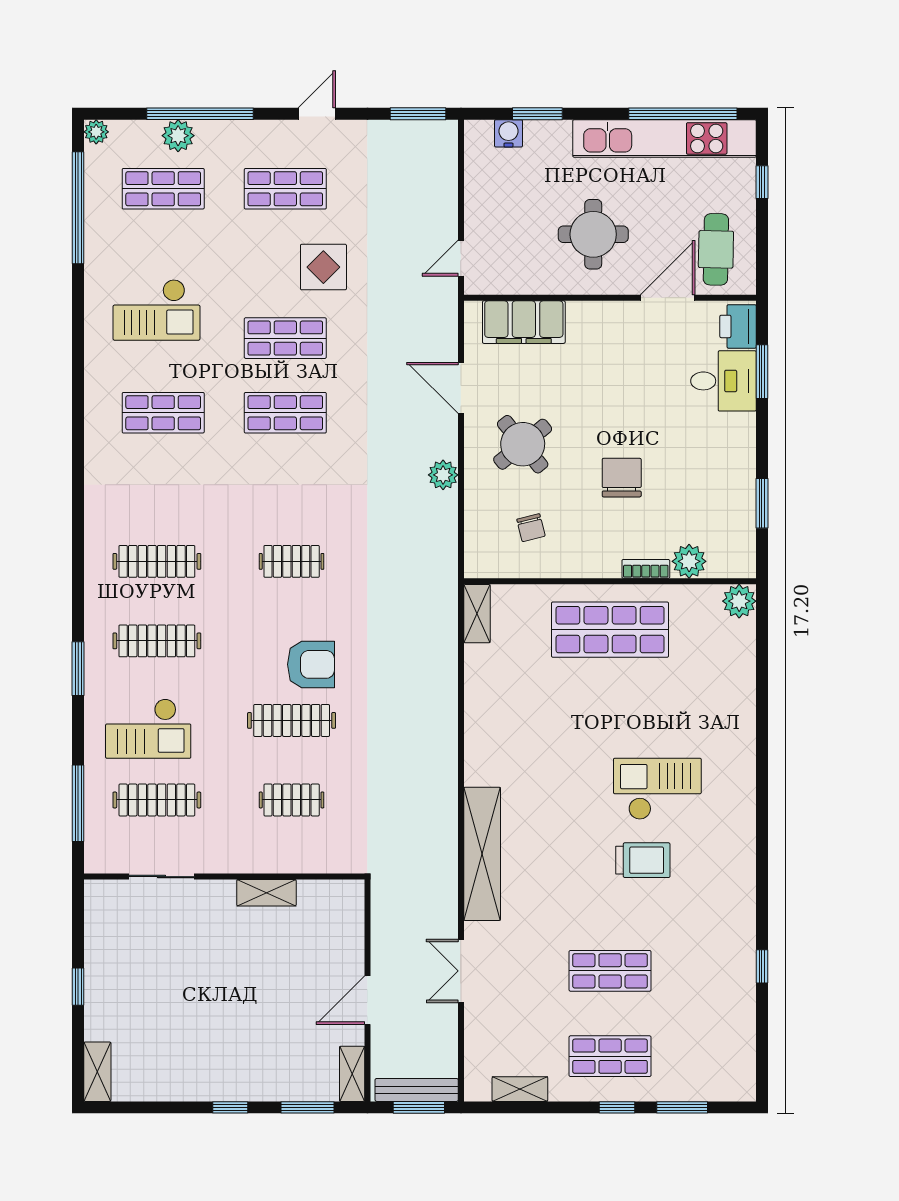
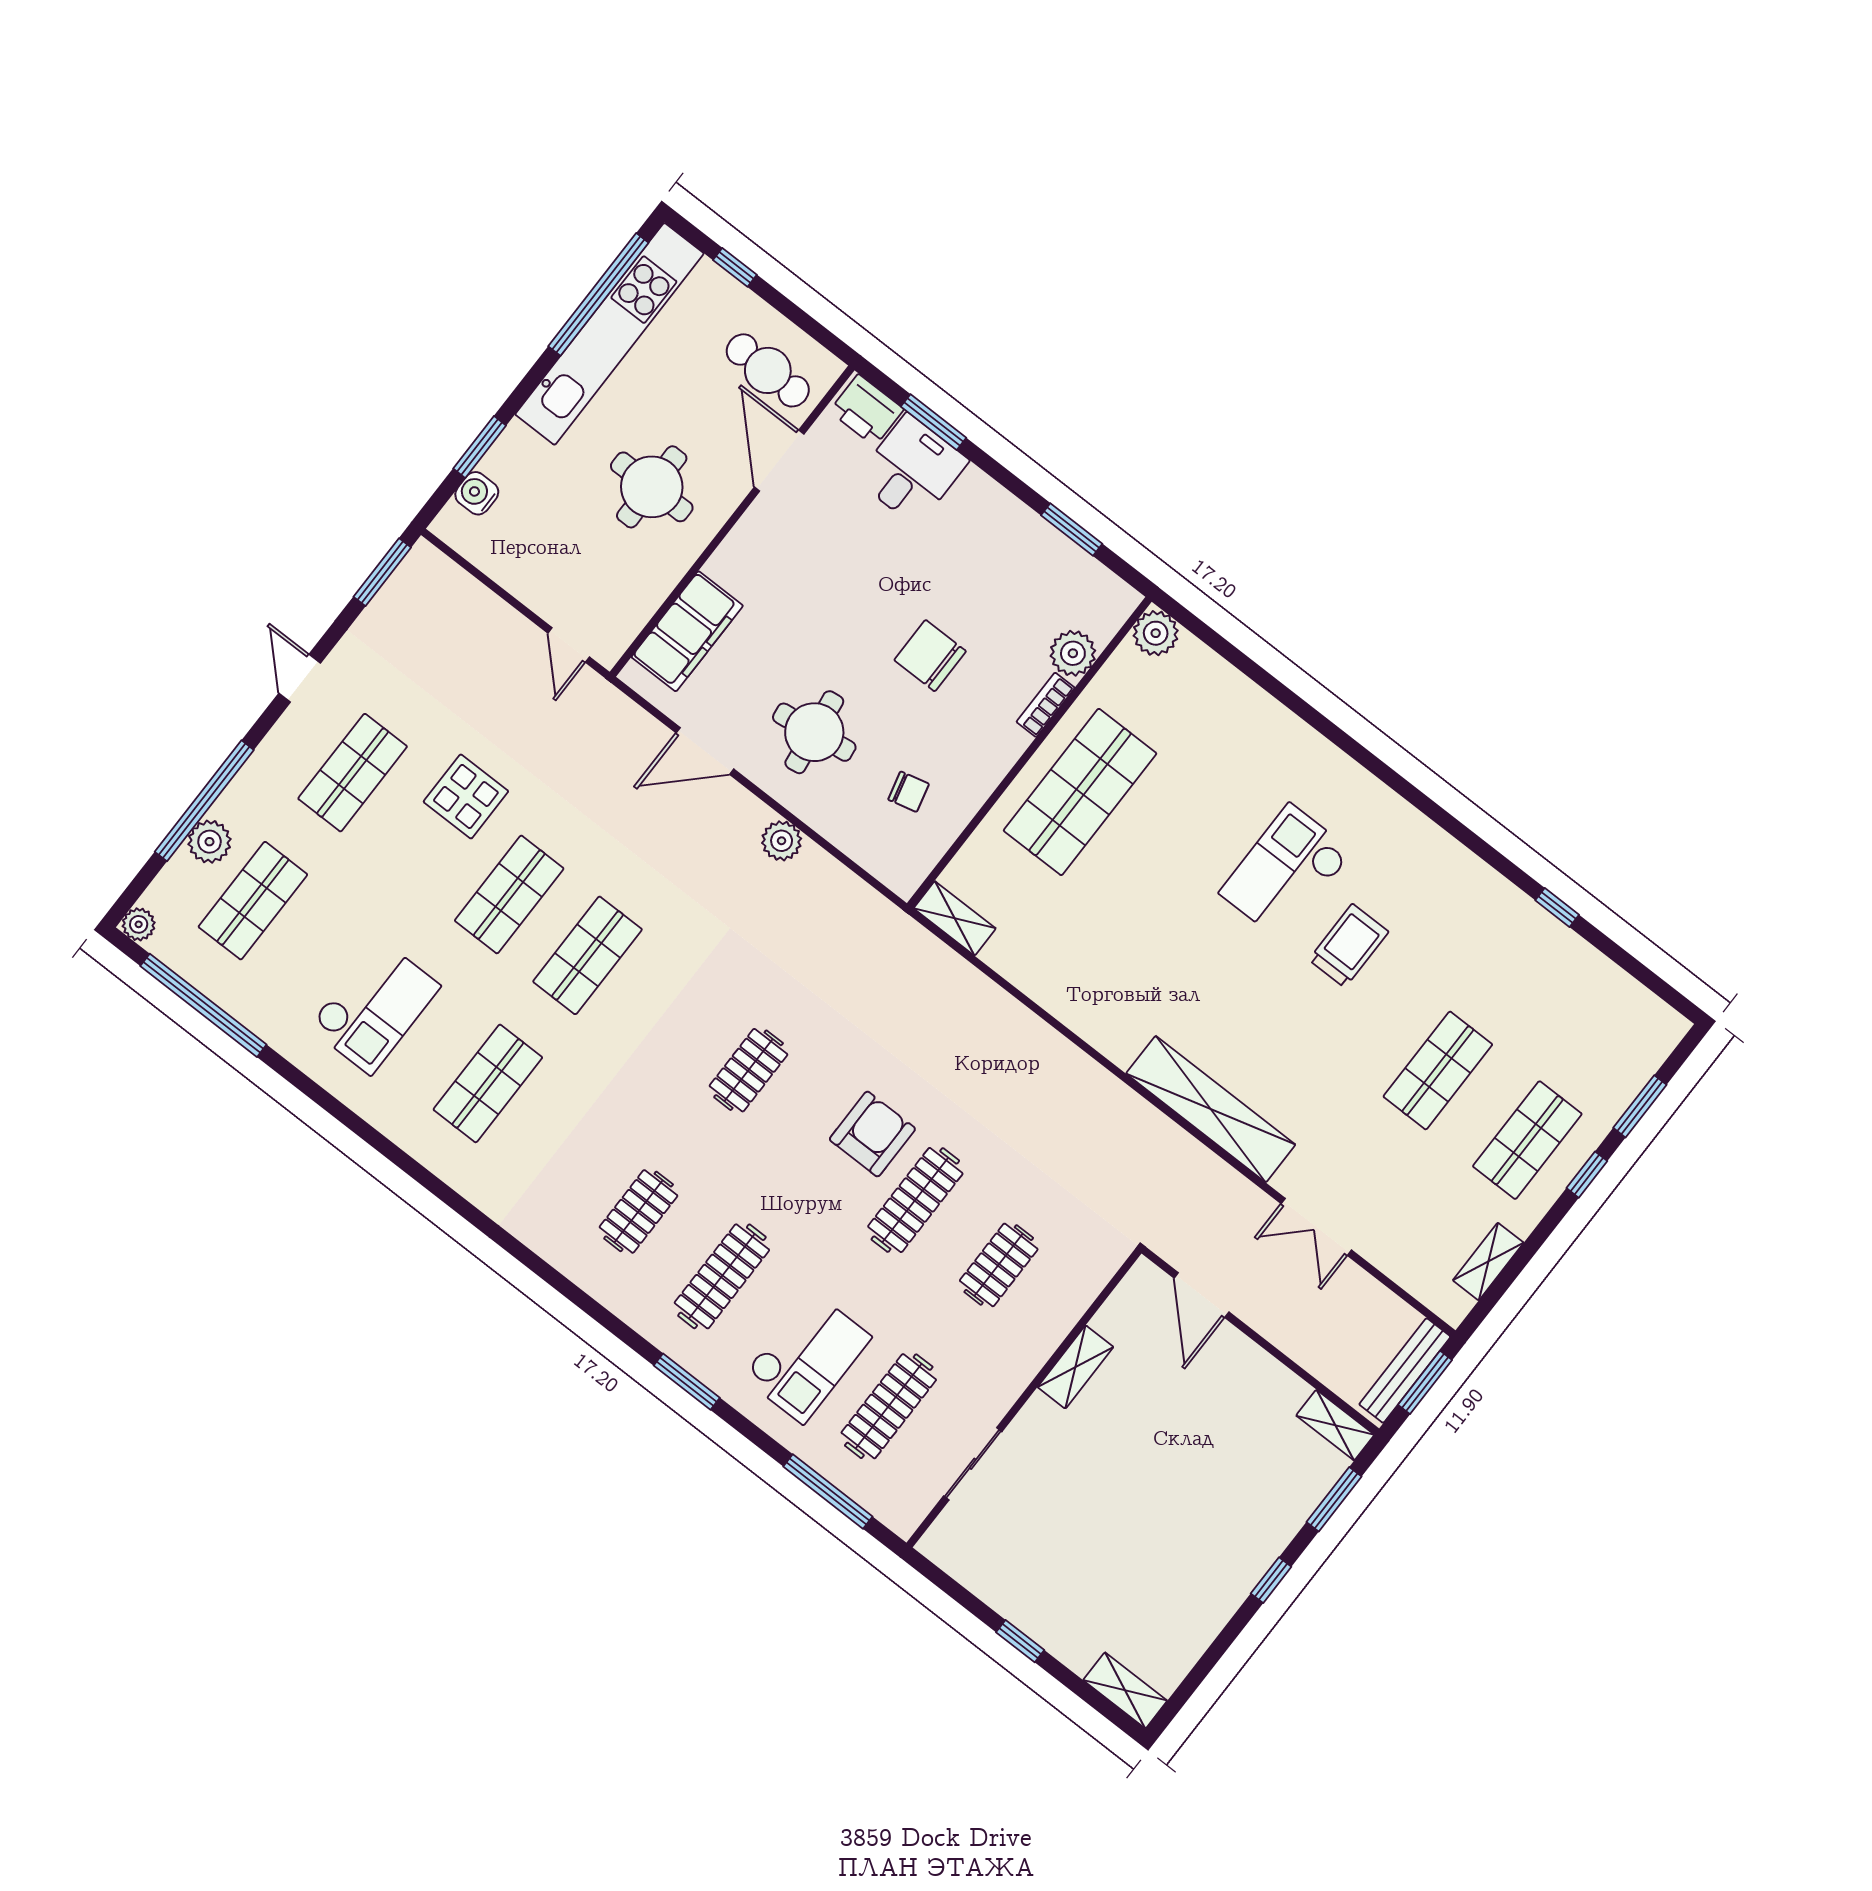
round table: (523, 444) -> (814, 732), turned 31
clothes rail: (157, 561) -> (639, 1211), width x0.73
door: (367, 1000) -> (1201, 1295), moved

